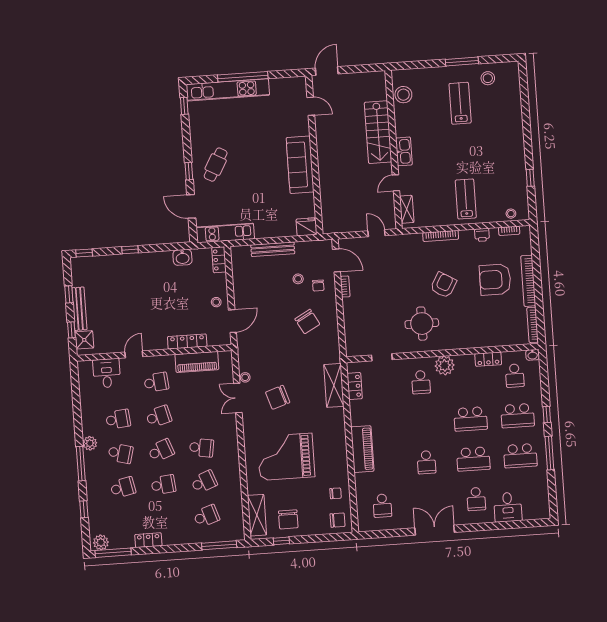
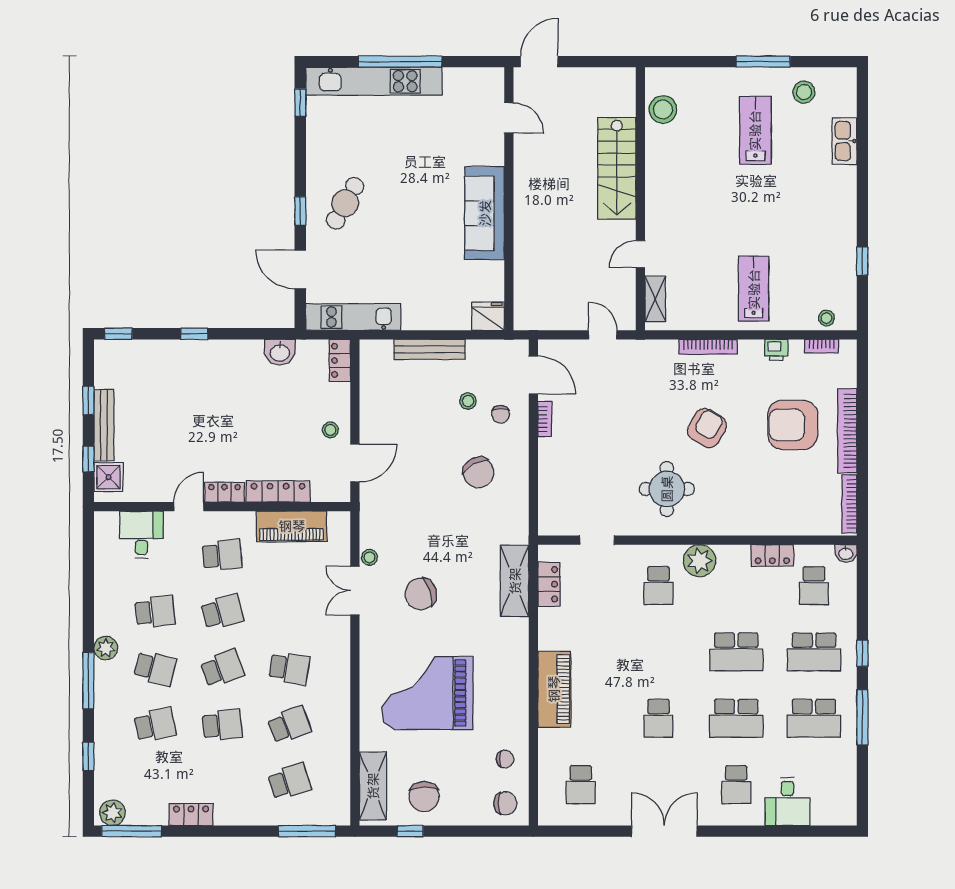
kitchen sink: (404, 151) -> (845, 141), moved, turned 180
locker: (155, 344) -> (224, 492), added

